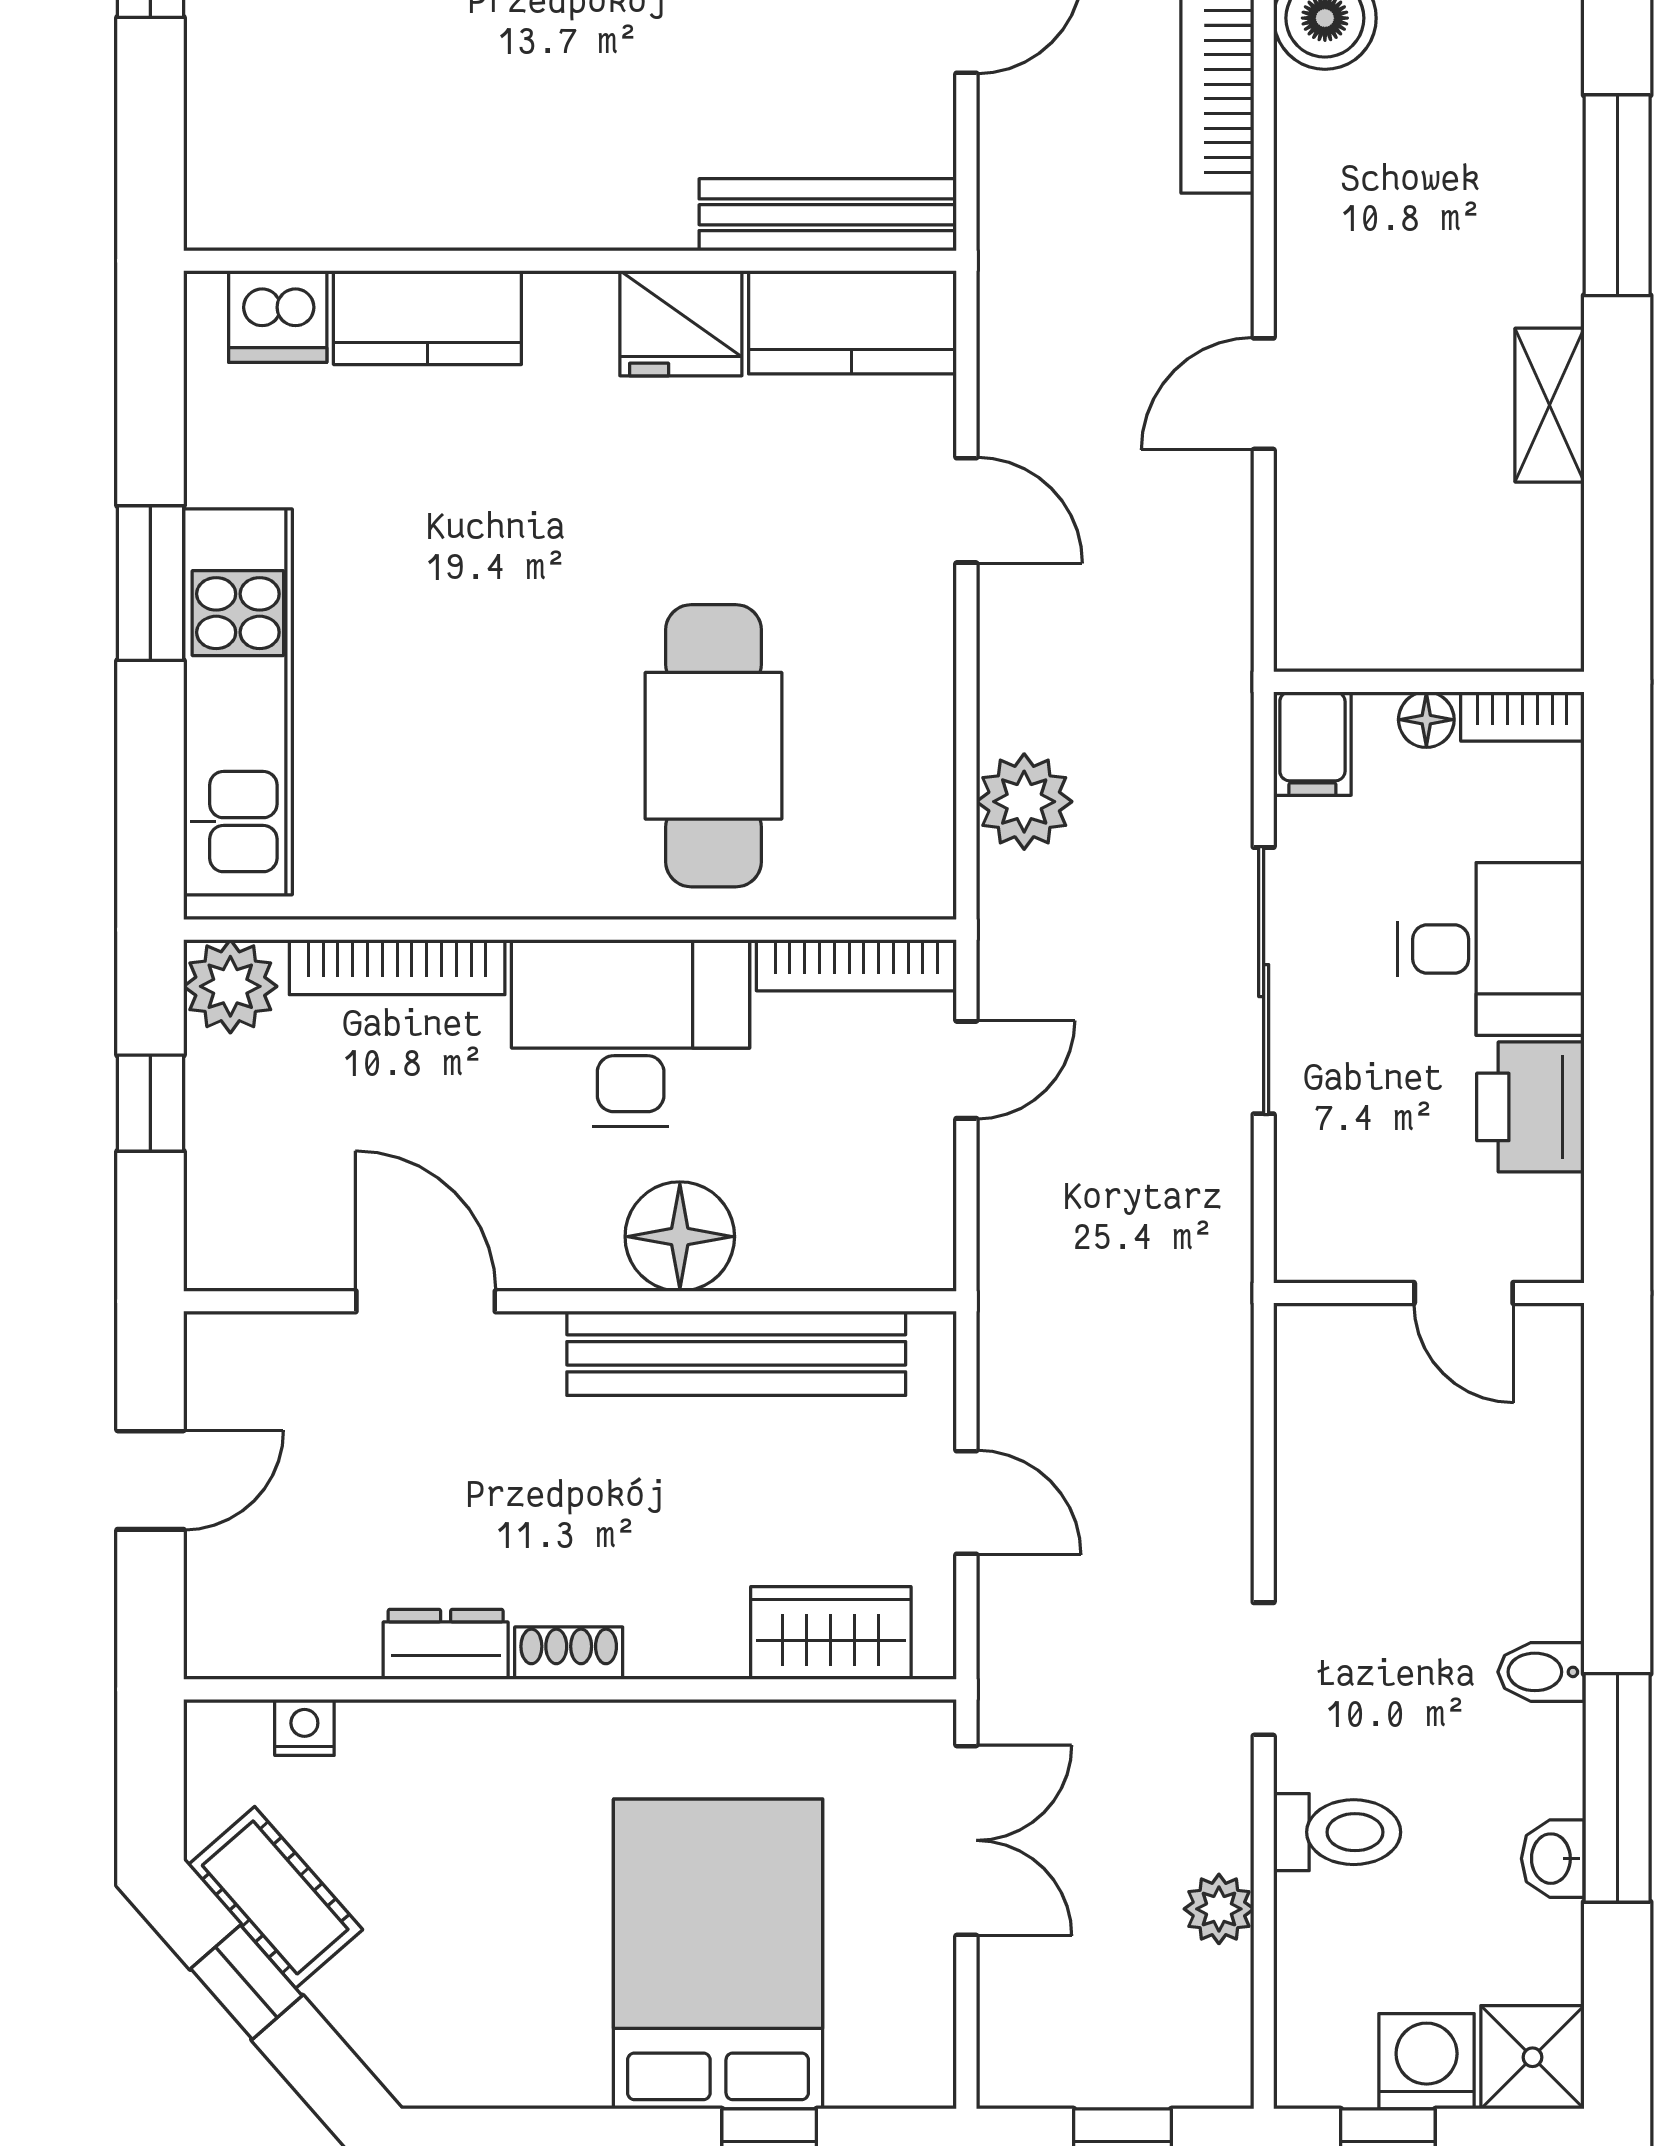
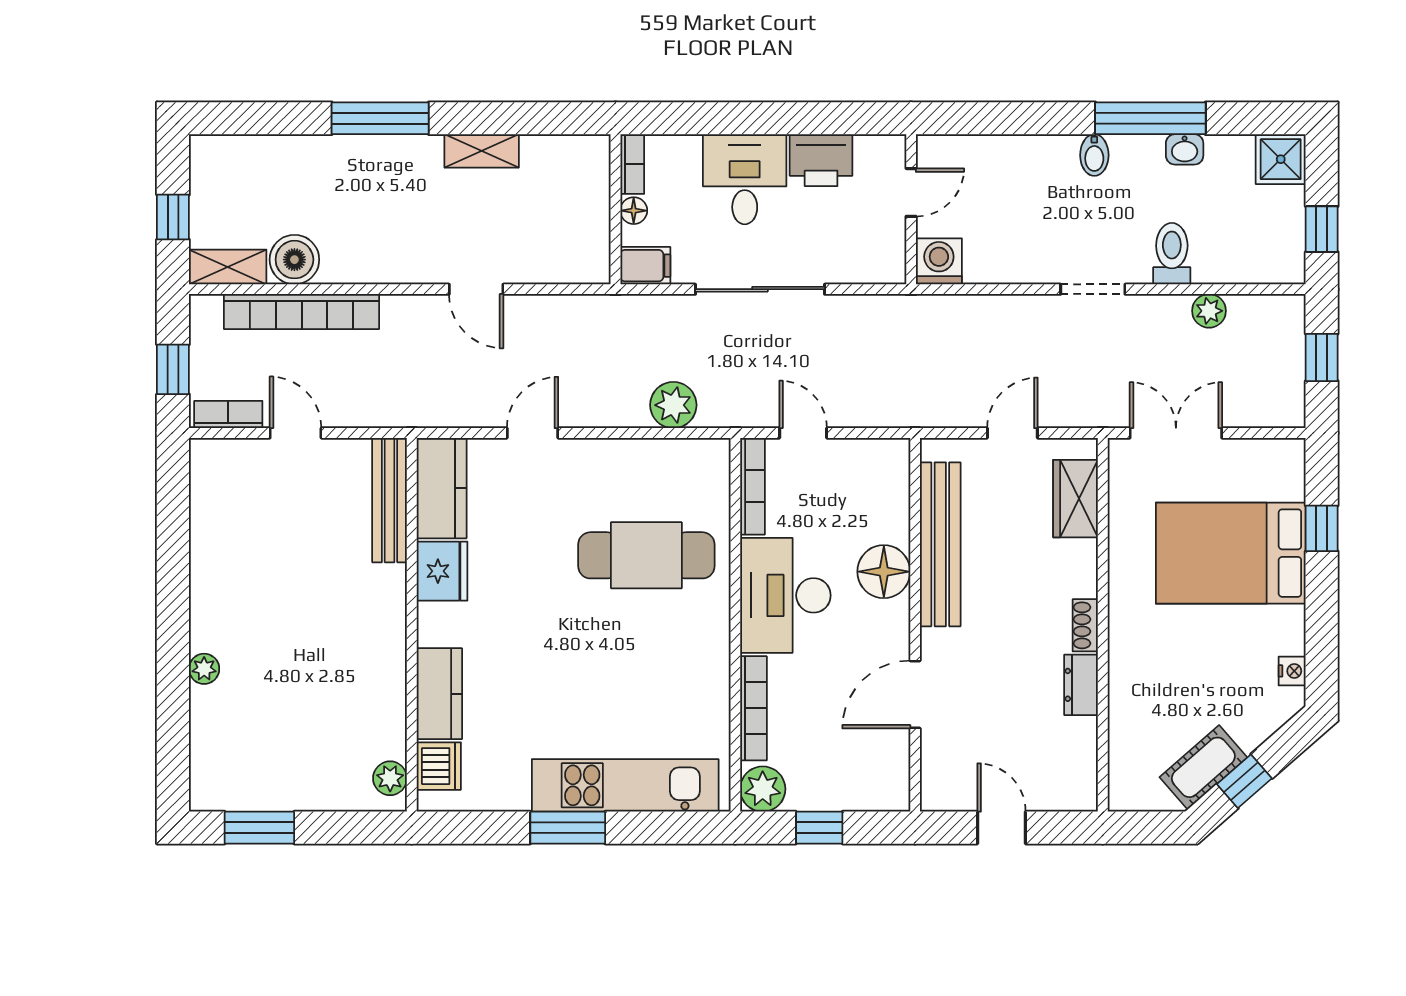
plant: (253, 216) -> (390, 778), added
nightstand: (304, 1727) -> (1292, 671), moved, turned 180
washing machine: (1427, 2061) -> (939, 261), moved, turned 90

